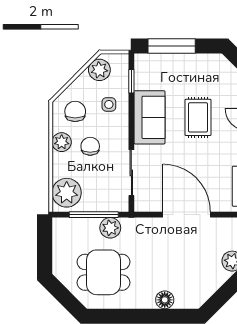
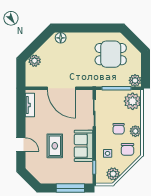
plant: (110, 228) -> (135, 80), moved
floor lamp: (165, 300) -> (61, 38), moved

